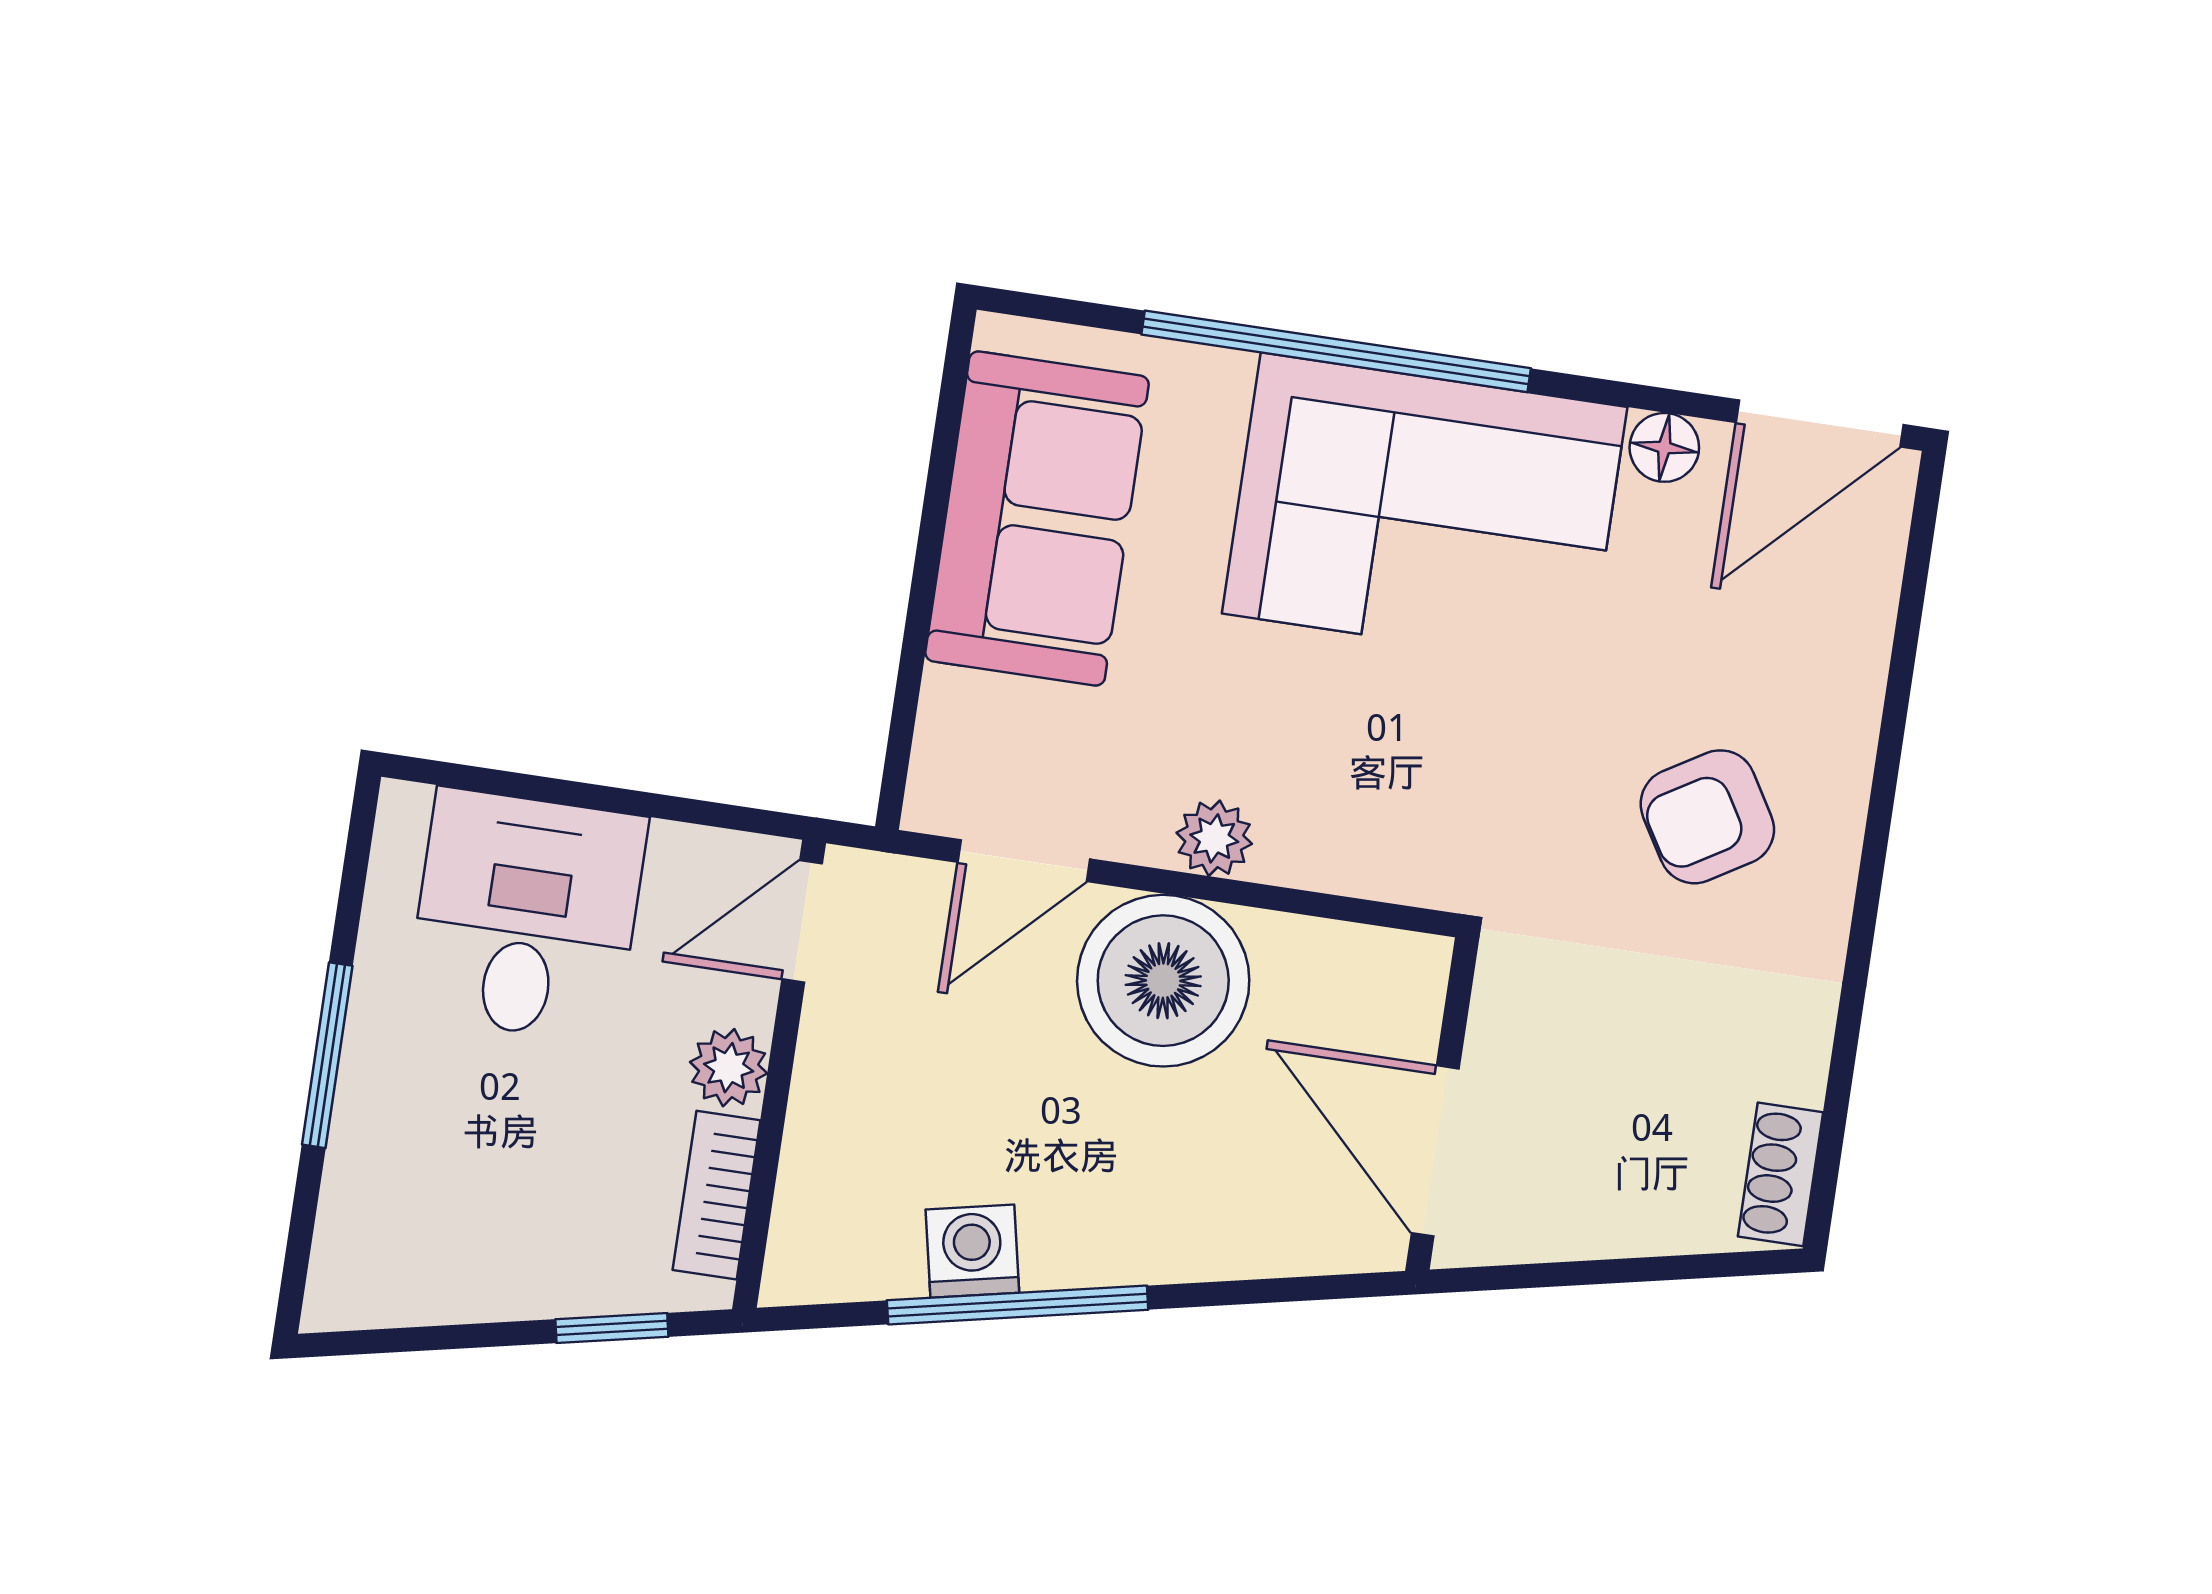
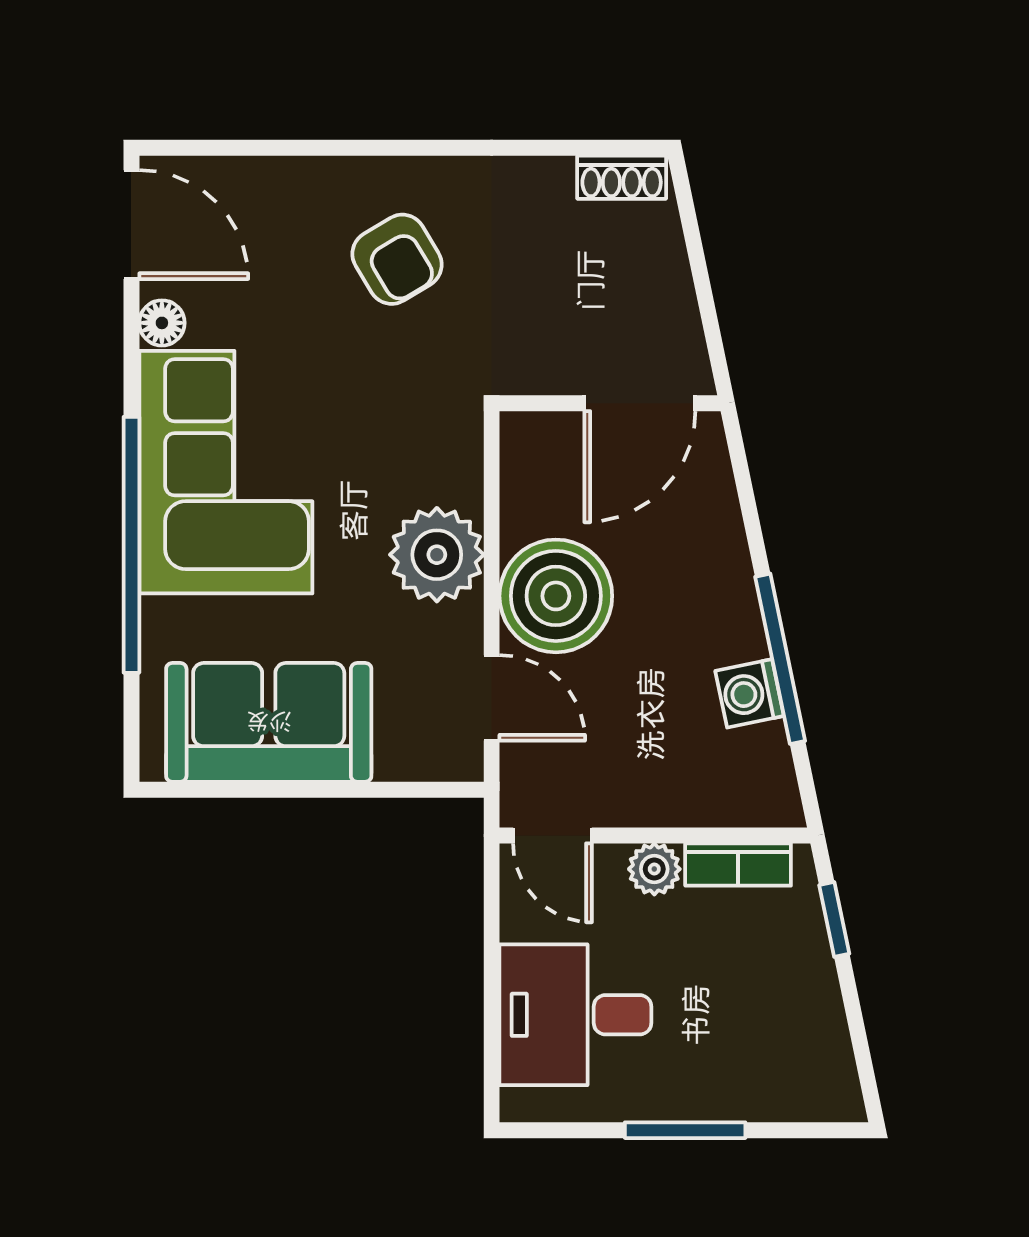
plant: (1214, 838) -> (437, 555), width x1.88, depth x1.88

